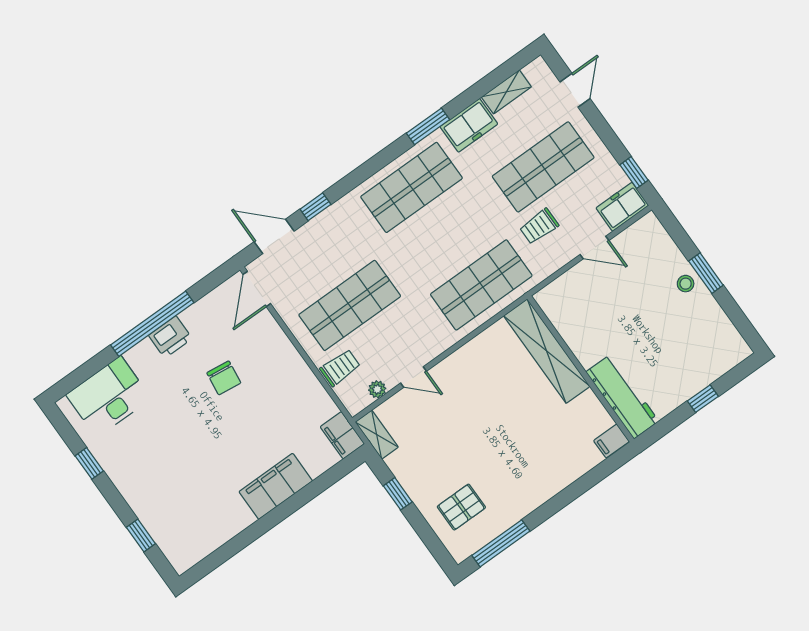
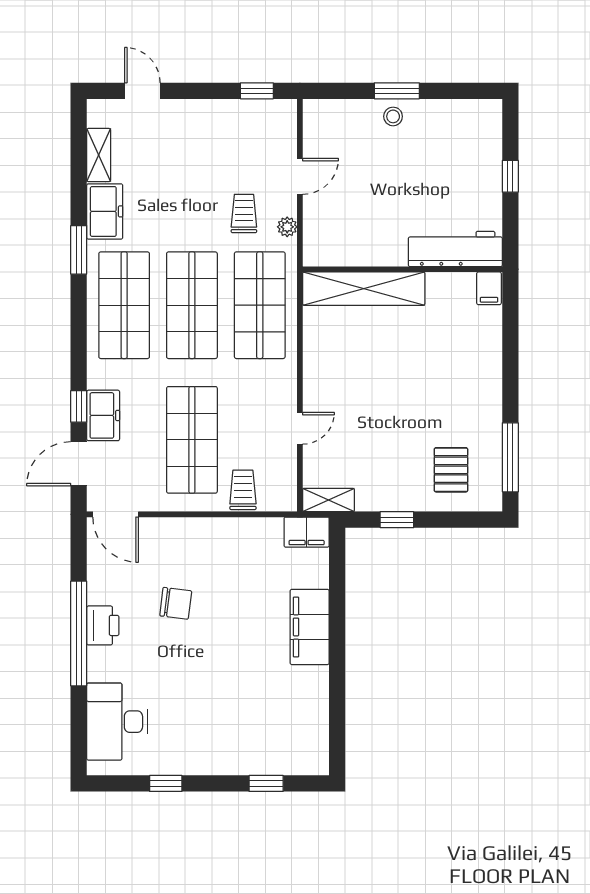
shop shelf: (543, 167) -> (192, 305), moved
freezer: (622, 207) -> (103, 415), moved, turned 180
trolley: (539, 226) -> (244, 213), turned 180
plant: (377, 389) -> (287, 227), moved

